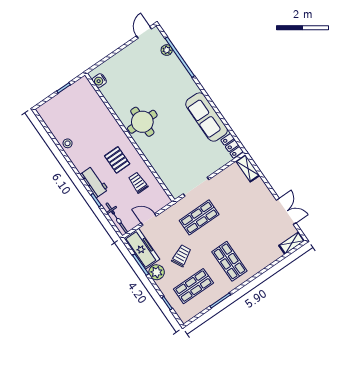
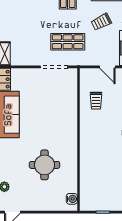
round table: (142, 122) -> (44, 165), moved
pallet: (117, 160) -> (100, 129), removed

